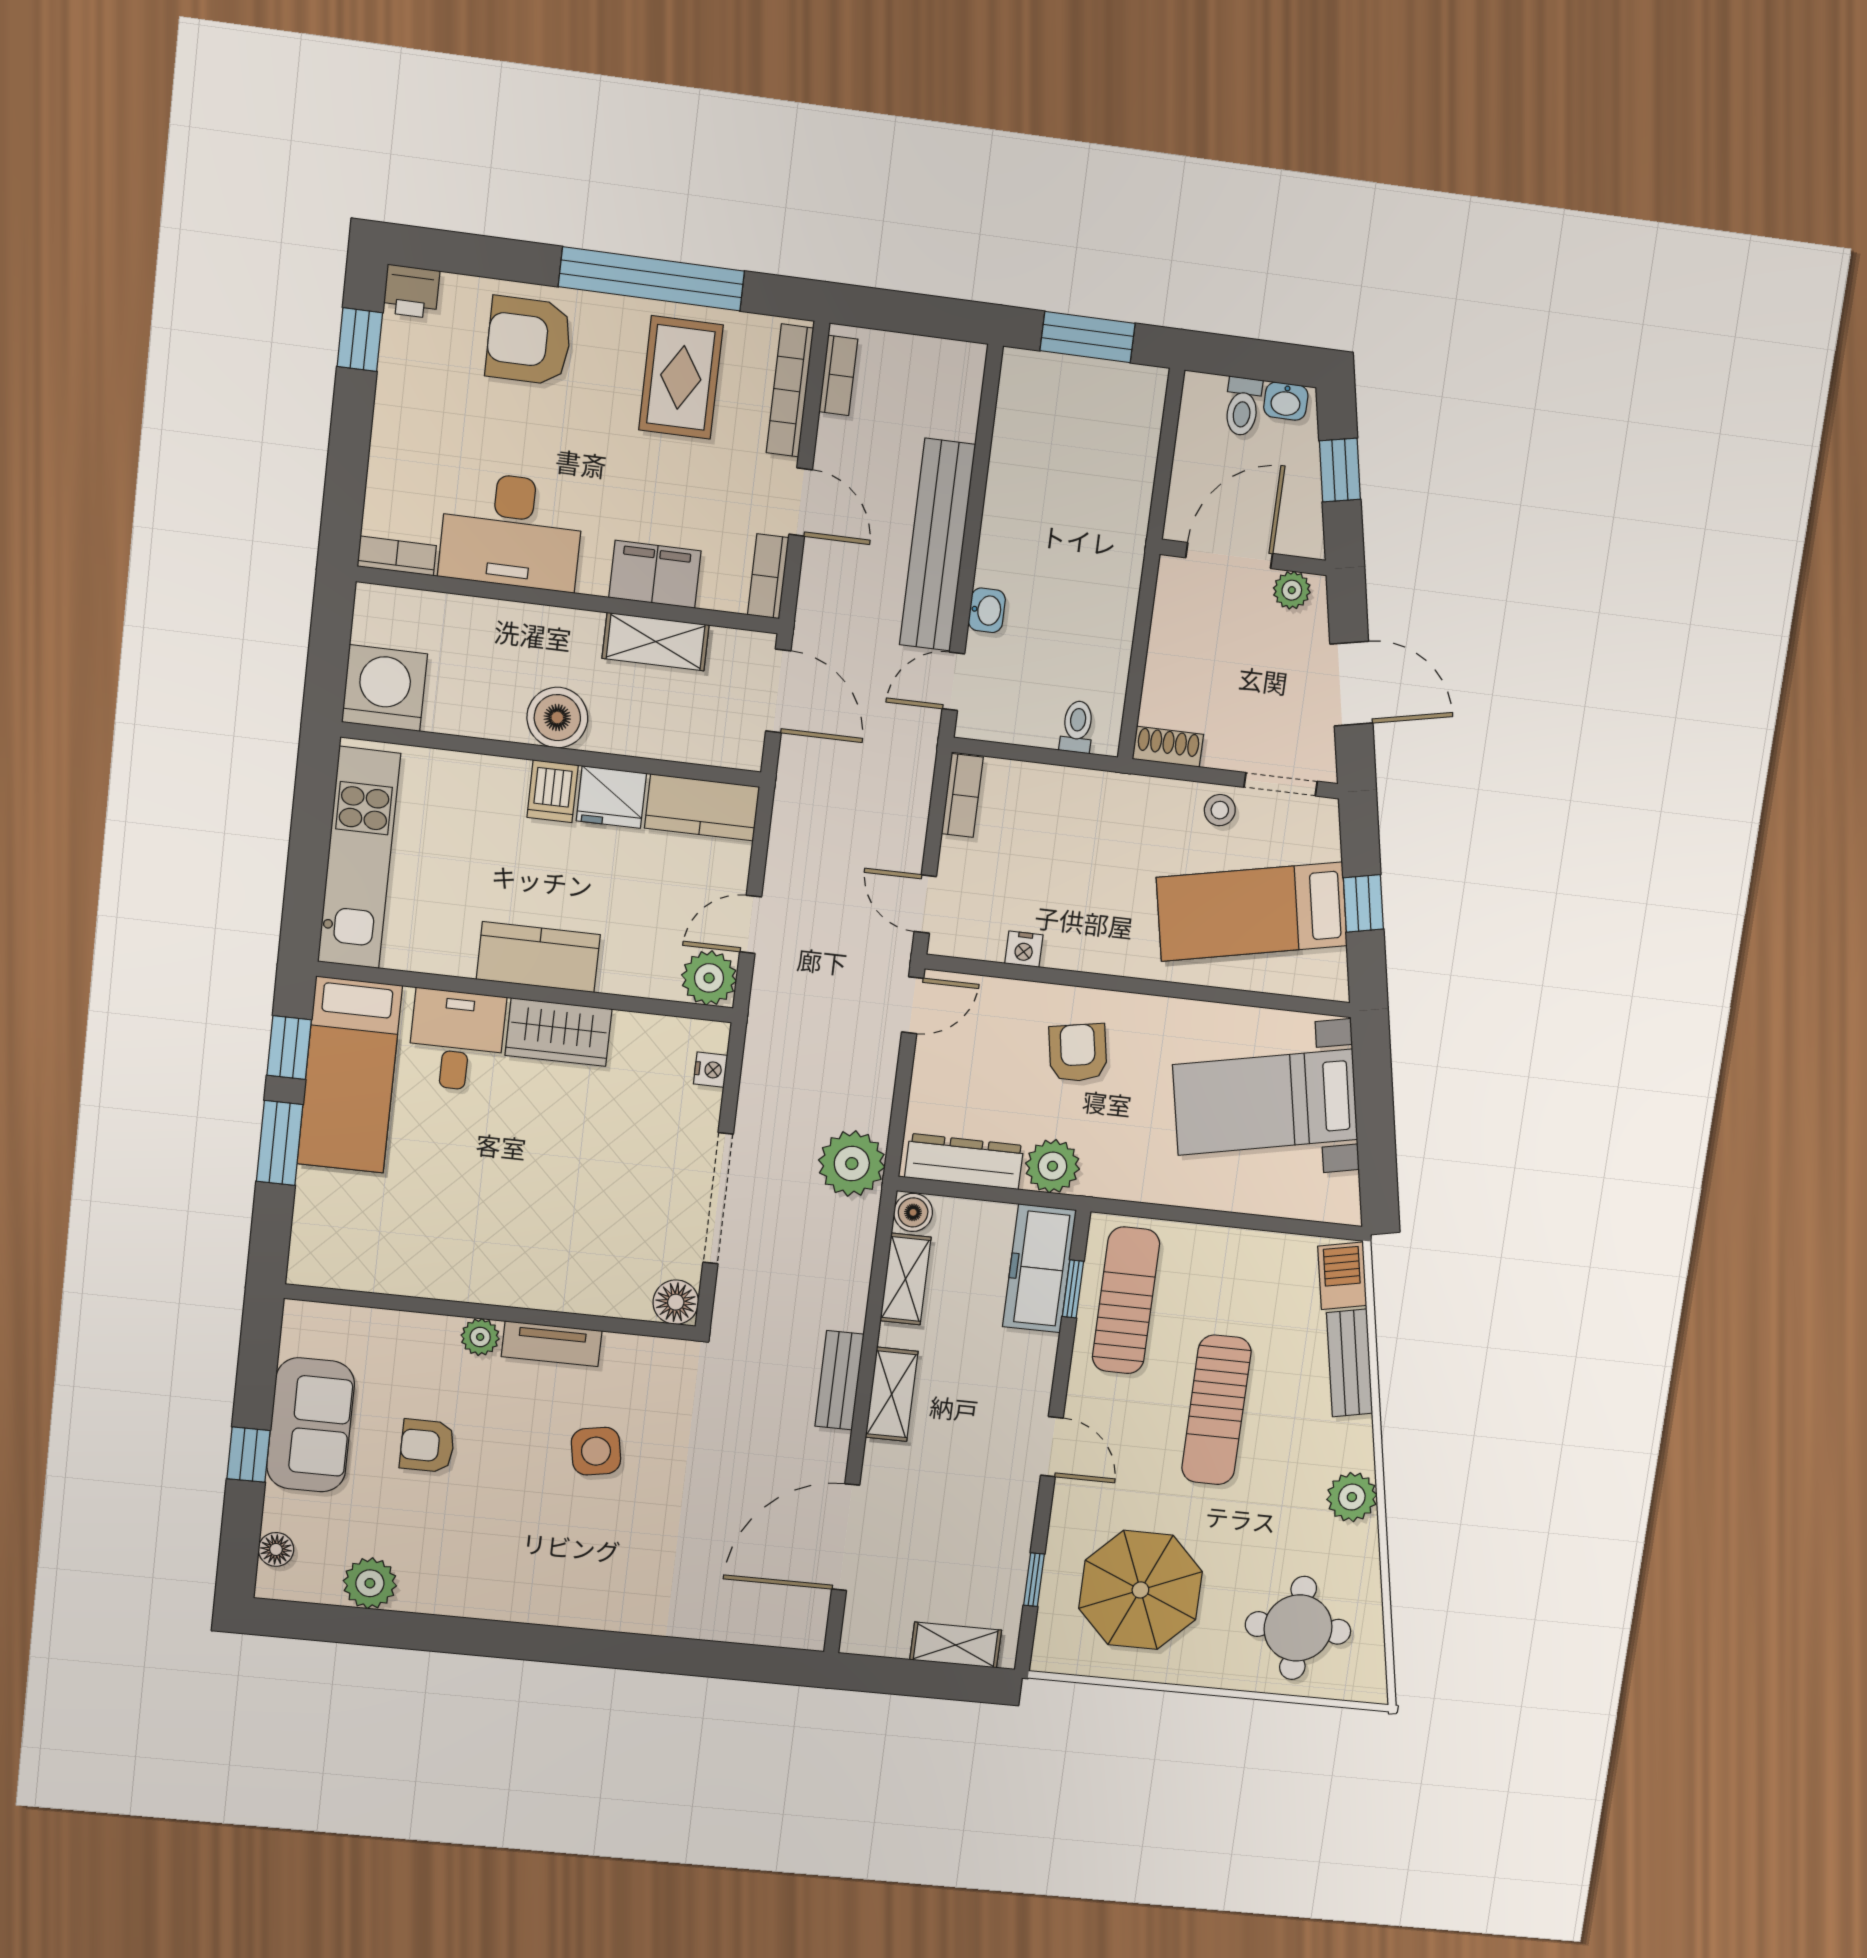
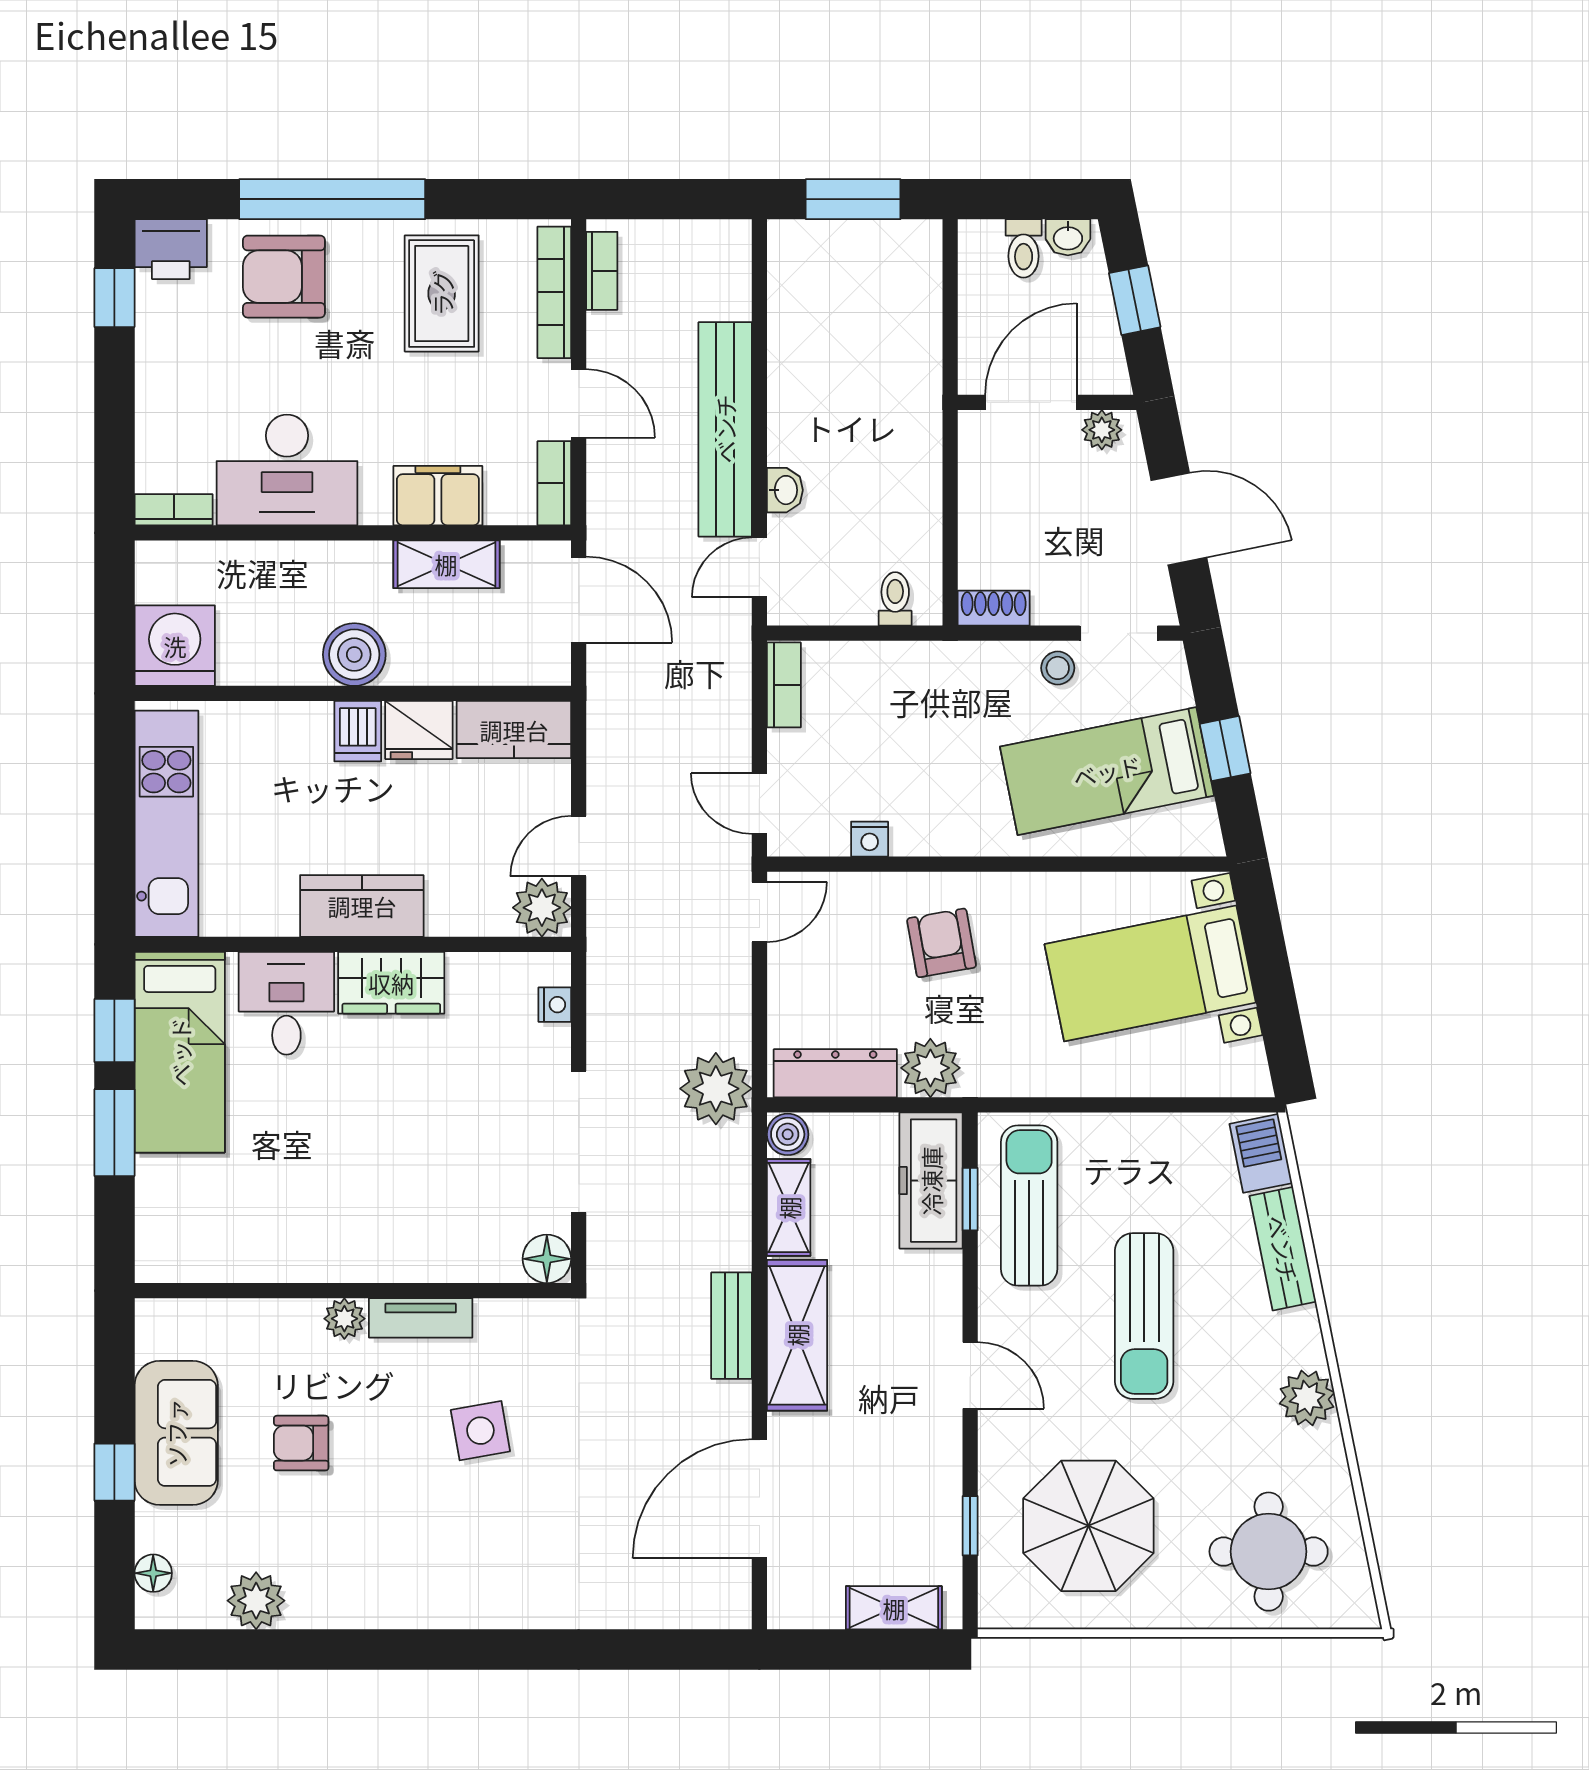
window: (651, 279) -> (332, 199), moved
printer: (411, 292) -> (171, 249), width x1.36, depth x1.24
shelving: (892, 1394) -> (797, 1335), width x1.50, depth x1.33

